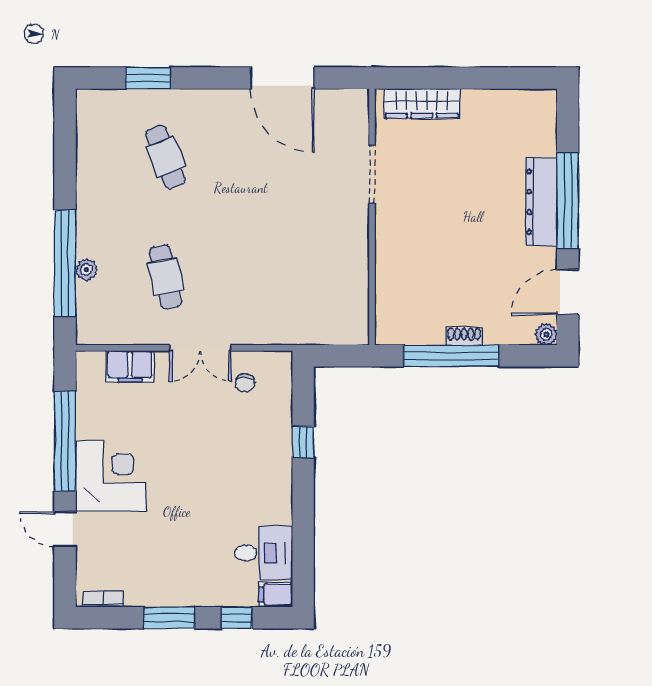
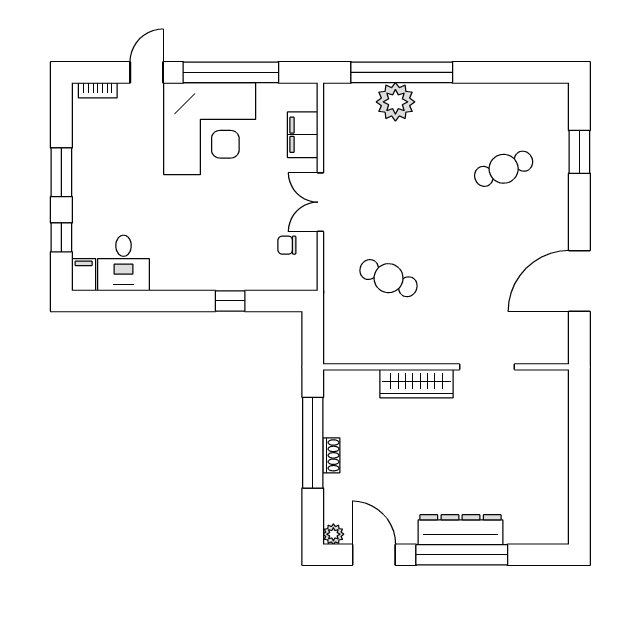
wardrobe: (422, 103) -> (416, 384), moved, turned -90
plant: (86, 270) -> (395, 102), width x1.88, depth x1.88
cafe table: (165, 277) -> (389, 278), moved, turned 36
corner desk: (111, 476) -> (210, 129), width x1.36, depth x1.36
bookcase: (103, 599) -> (98, 90), moved, turned 90

